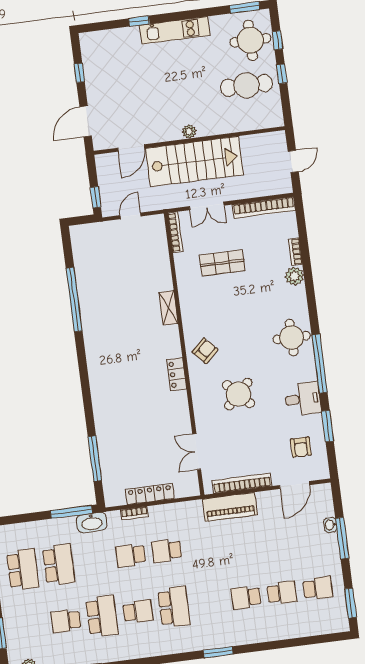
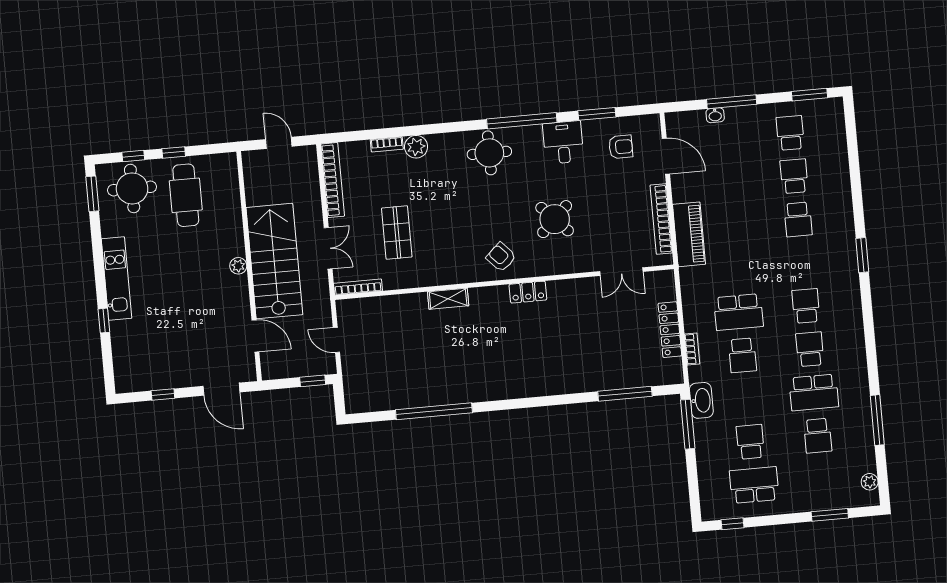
school desk: (167, 551) -> (738, 312), width x1.85
school desk: (59, 565) -> (750, 442), width x0.54
school desk: (174, 607) -> (806, 306), width x0.54
school desk: (102, 616) -> (814, 392), turned 180

